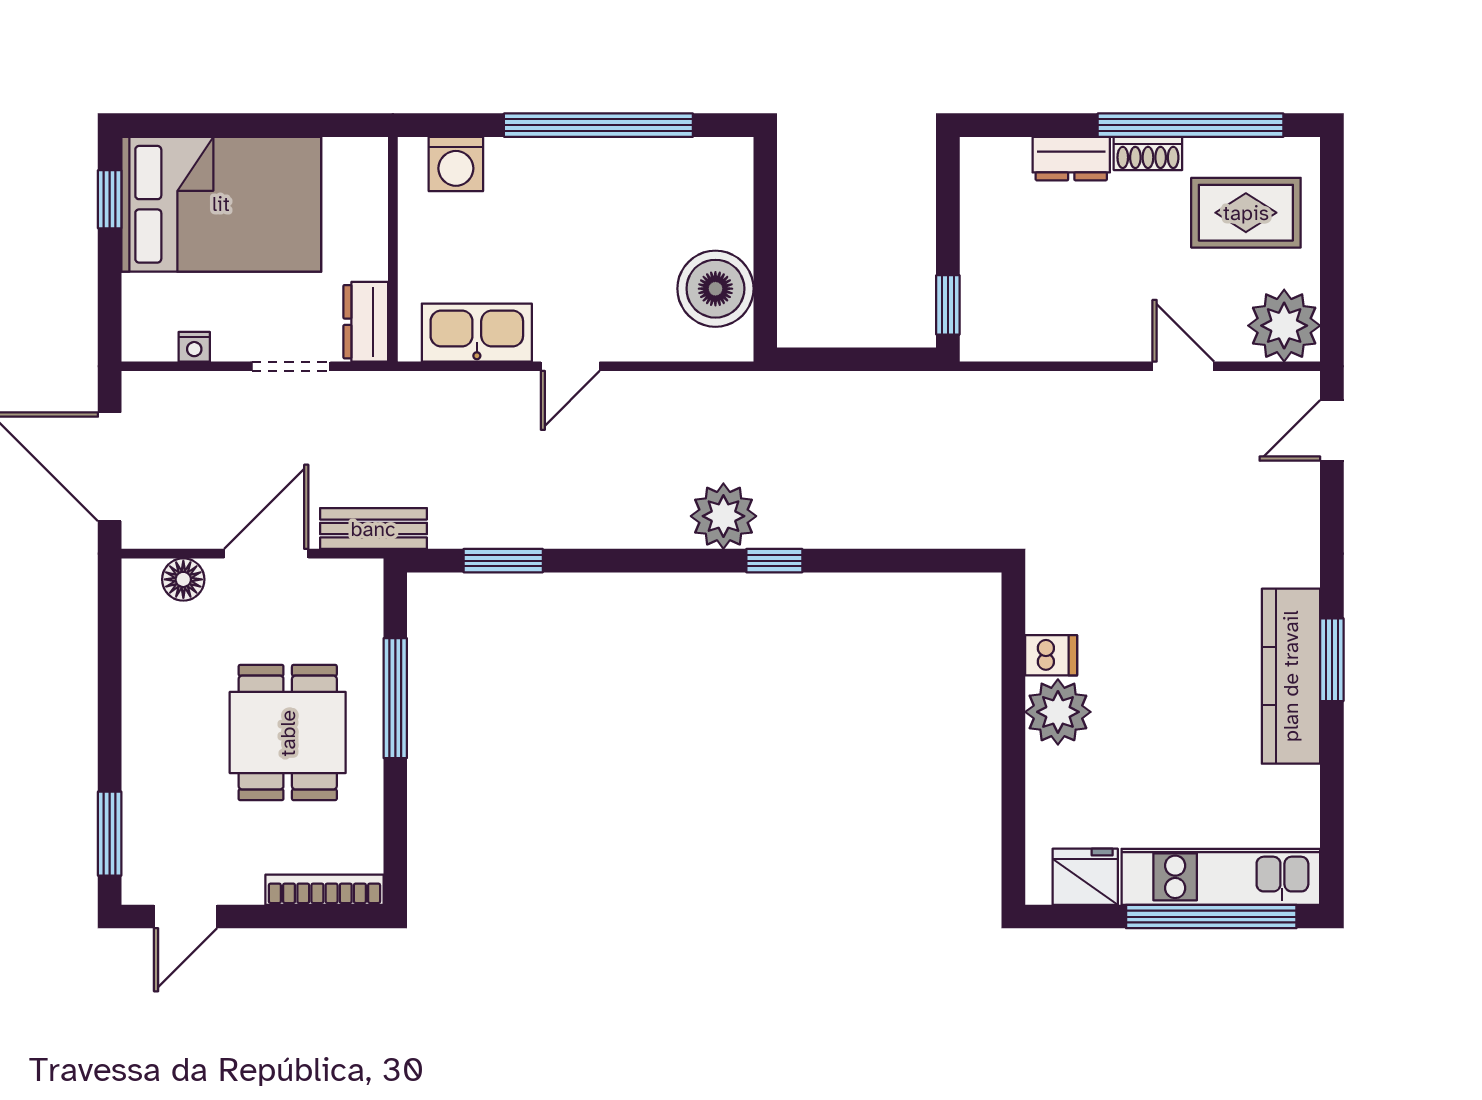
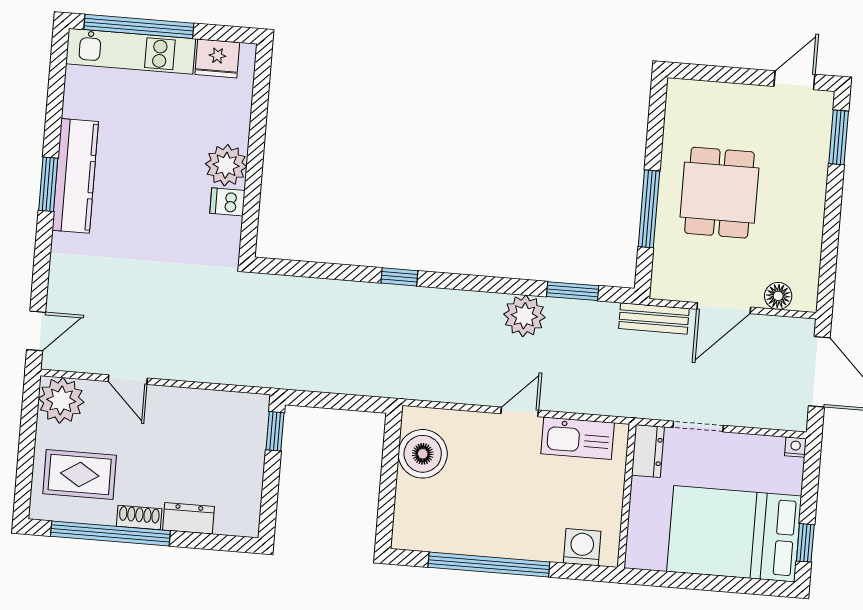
nightstand: (194, 347) -> (795, 447), moved
plant: (723, 516) -> (524, 316), moved
bookcase: (324, 890) -> (704, 90), removed

